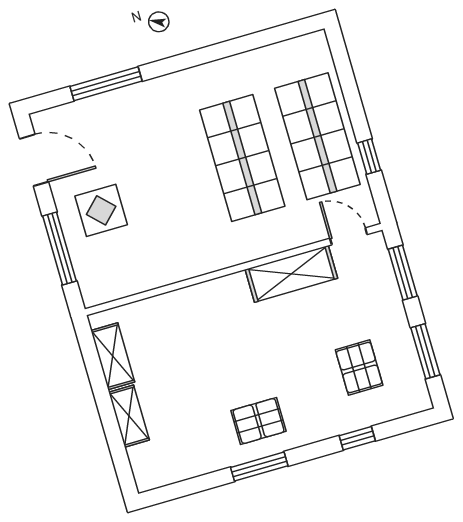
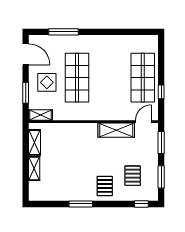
shop shelf: (242, 158) -> (77, 78), moved
door: (349, 236) -> (144, 122), hinge flipped
window: (60, 248) -> (26, 93), width x0.69
shelving: (108, 290) -> (41, 115), added
pallet: (259, 421) -> (105, 186), moved, turned 90
window: (357, 438) -> (141, 204), moved

